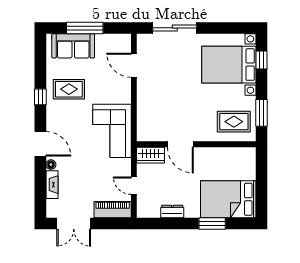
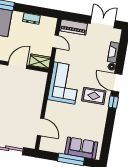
rug: (69, 89) -> (94, 96), moved
window: (40, 97) -> (113, 102), moved
door: (180, 144) -> (17, 65), hinge flipped

